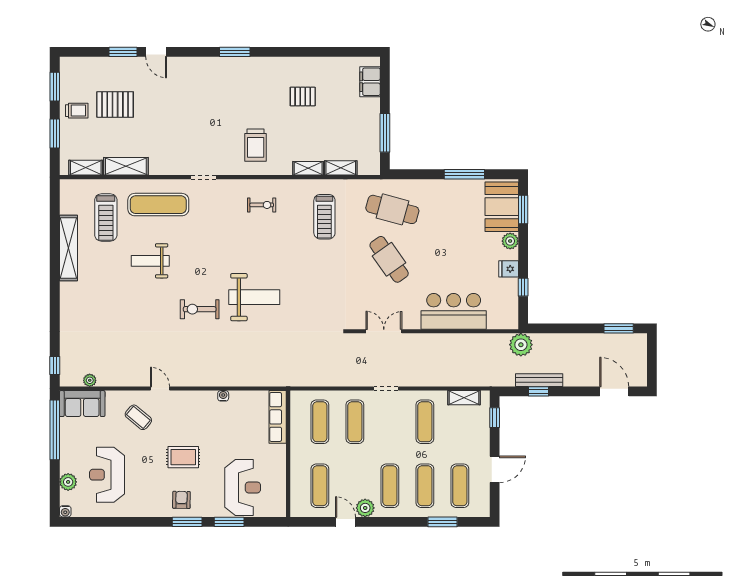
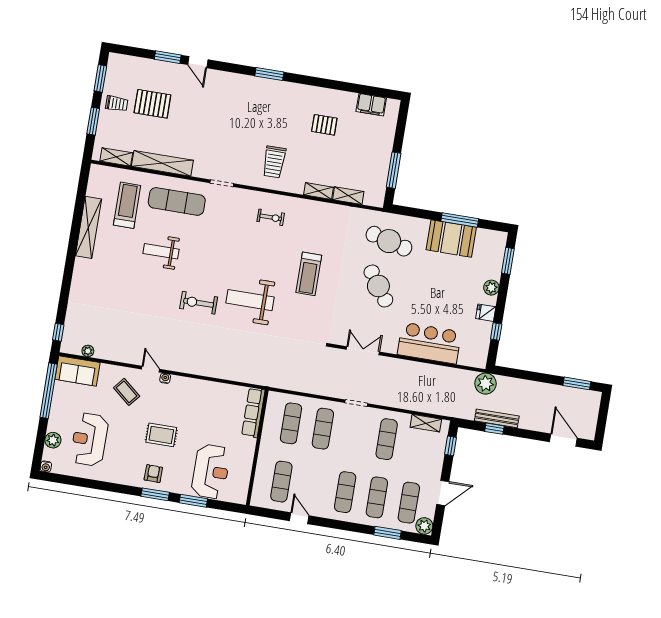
filing cabinet: (370, 82) -> (371, 105), moved, turned -90
shelving: (126, 166) -> (162, 163), width x1.47
booth: (502, 207) -> (451, 239), moved, turned 90
treadmill: (106, 217) -> (127, 205), turned 180
treadmill: (324, 217) -> (309, 274), moved
weight bench: (254, 297) -> (250, 300), turned 180
water cooler: (223, 396) -> (165, 378), moved
plant: (365, 508) -> (424, 526), moved

